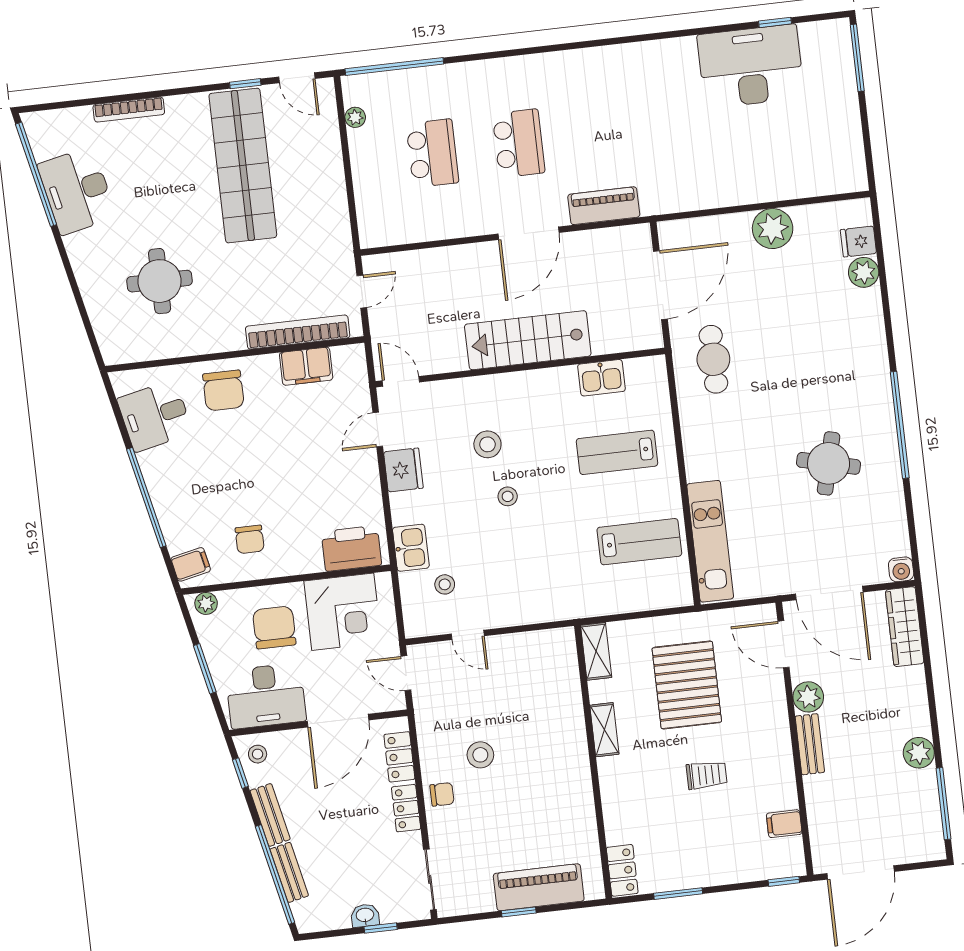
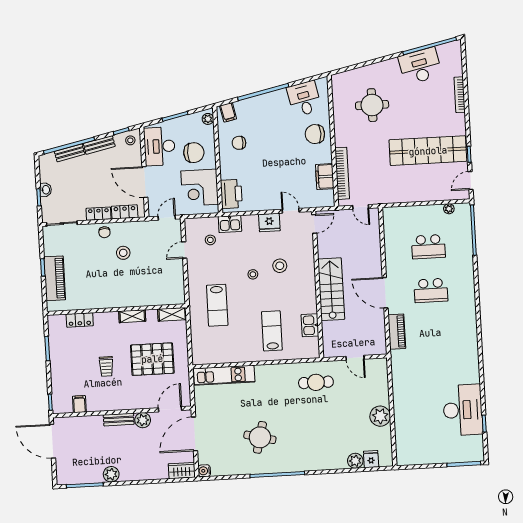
door: (660, 285) -> (355, 358), width x0.53
lab bench: (639, 542) -> (217, 305), moved
wardrobe: (905, 627) -> (182, 471), width x0.67
locker: (622, 870) -> (80, 320), moved

